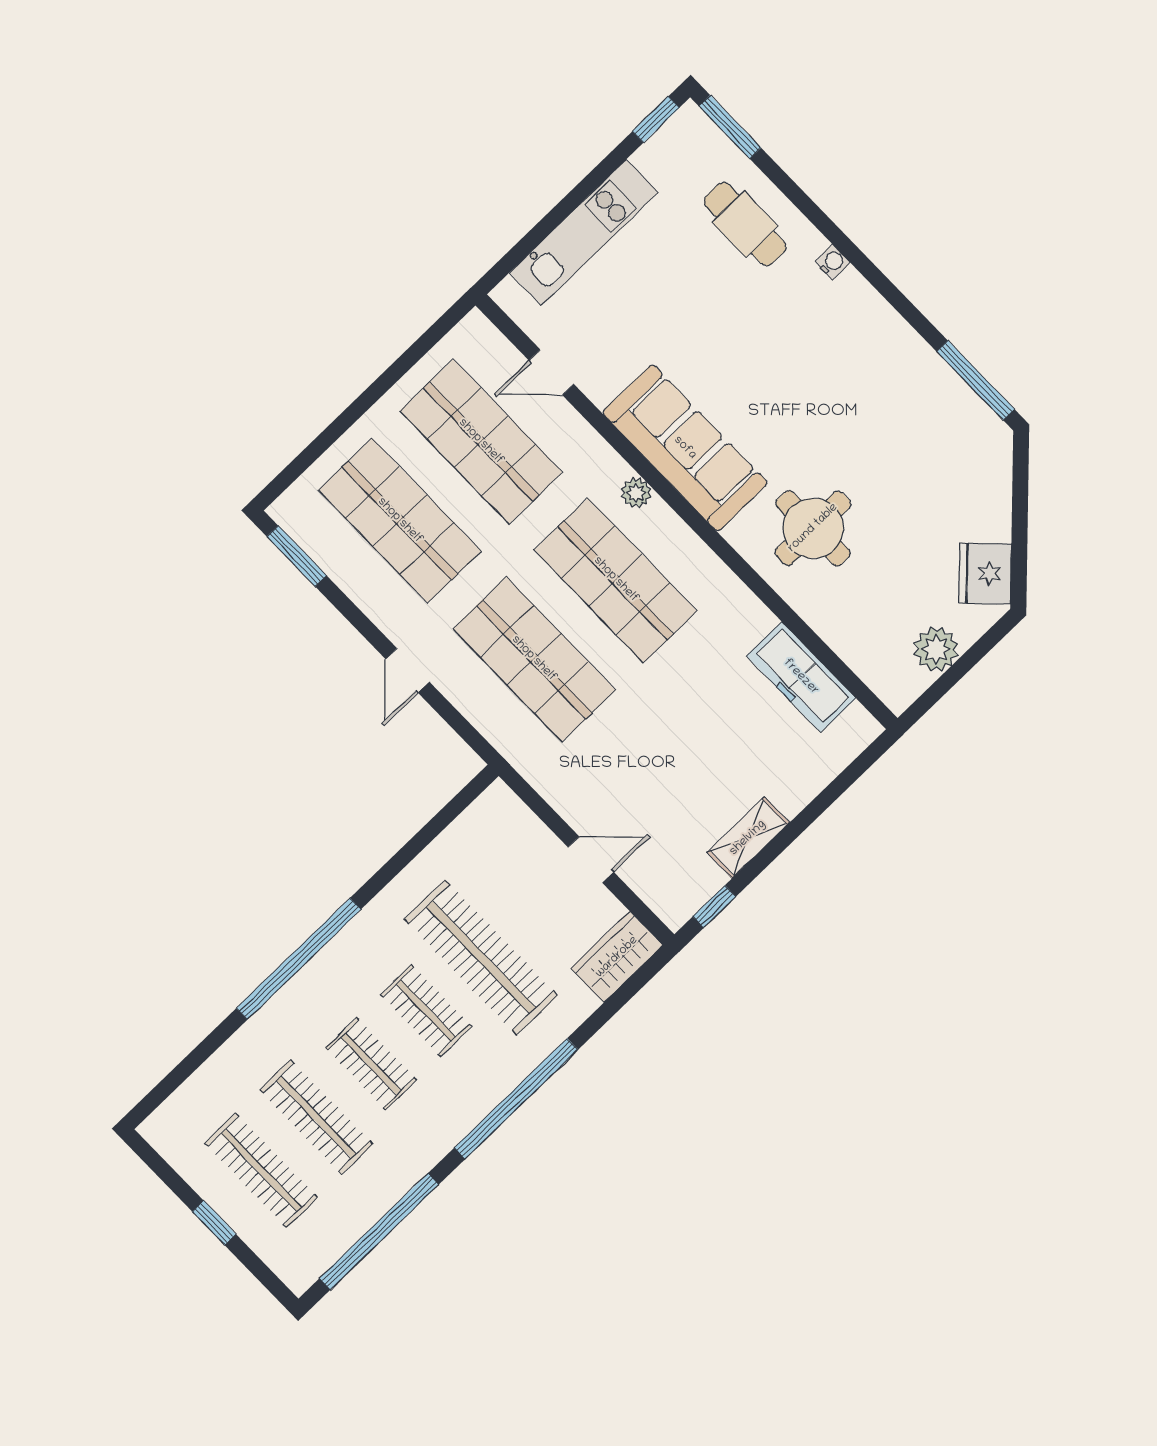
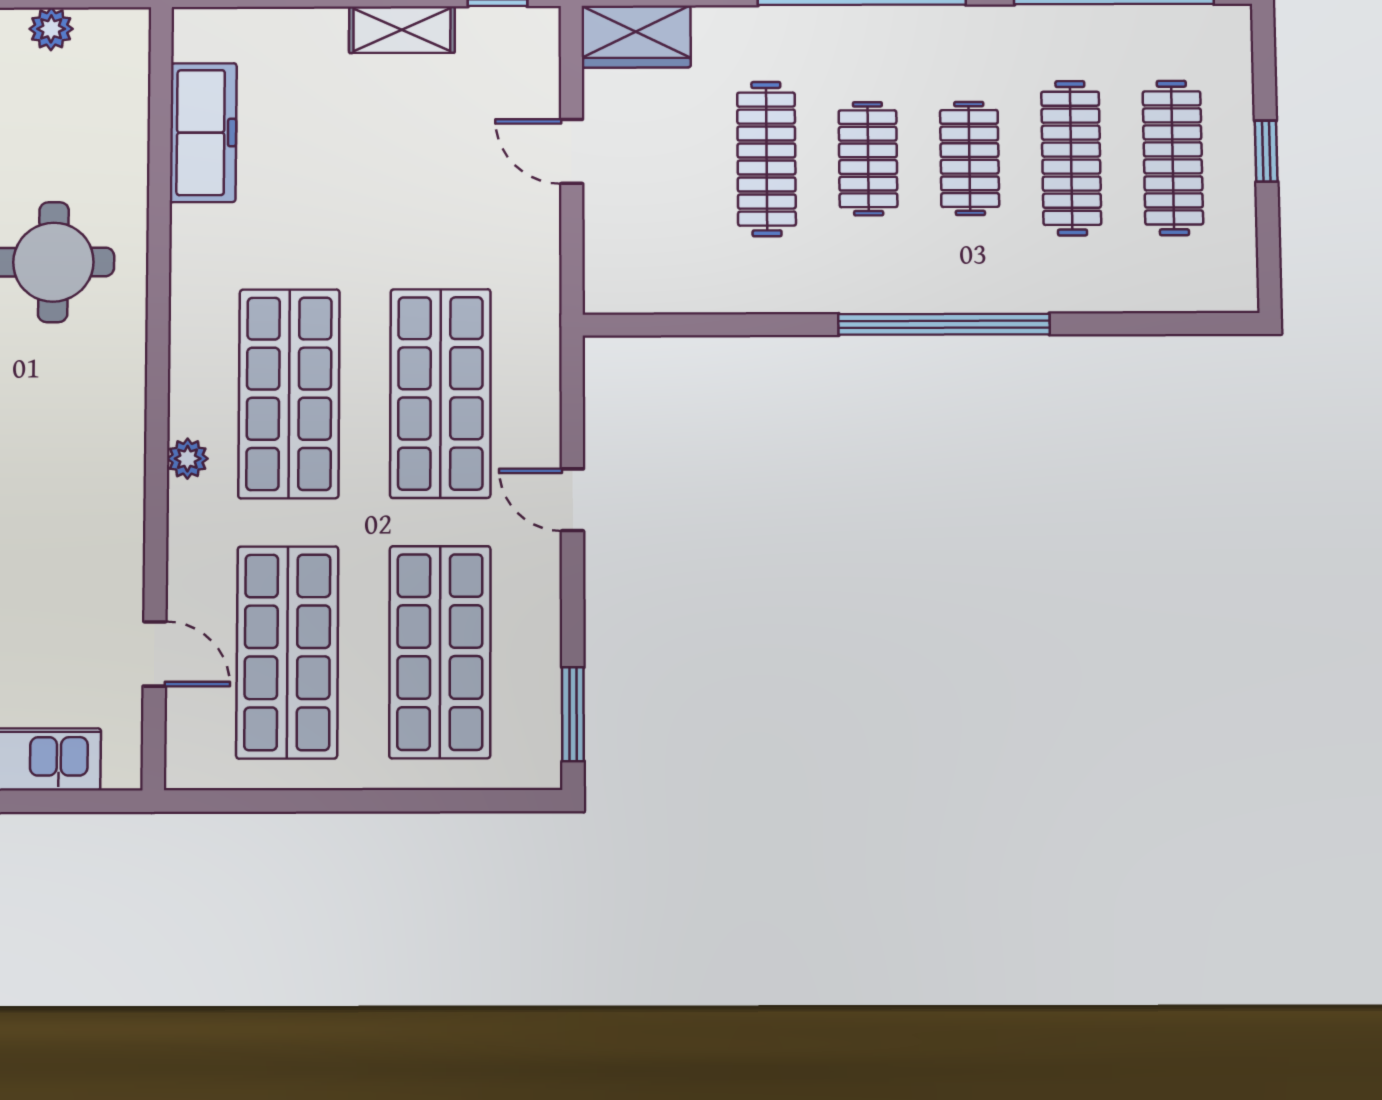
sofa: (685, 448) -> (99, 456), removed
plant: (936, 649) -> (51, 29), width x0.73, depth x0.73
door: (407, 670) -> (572, 500), swing flipped
clothes rail: (481, 957) -> (766, 159), width x0.73, depth x0.76

